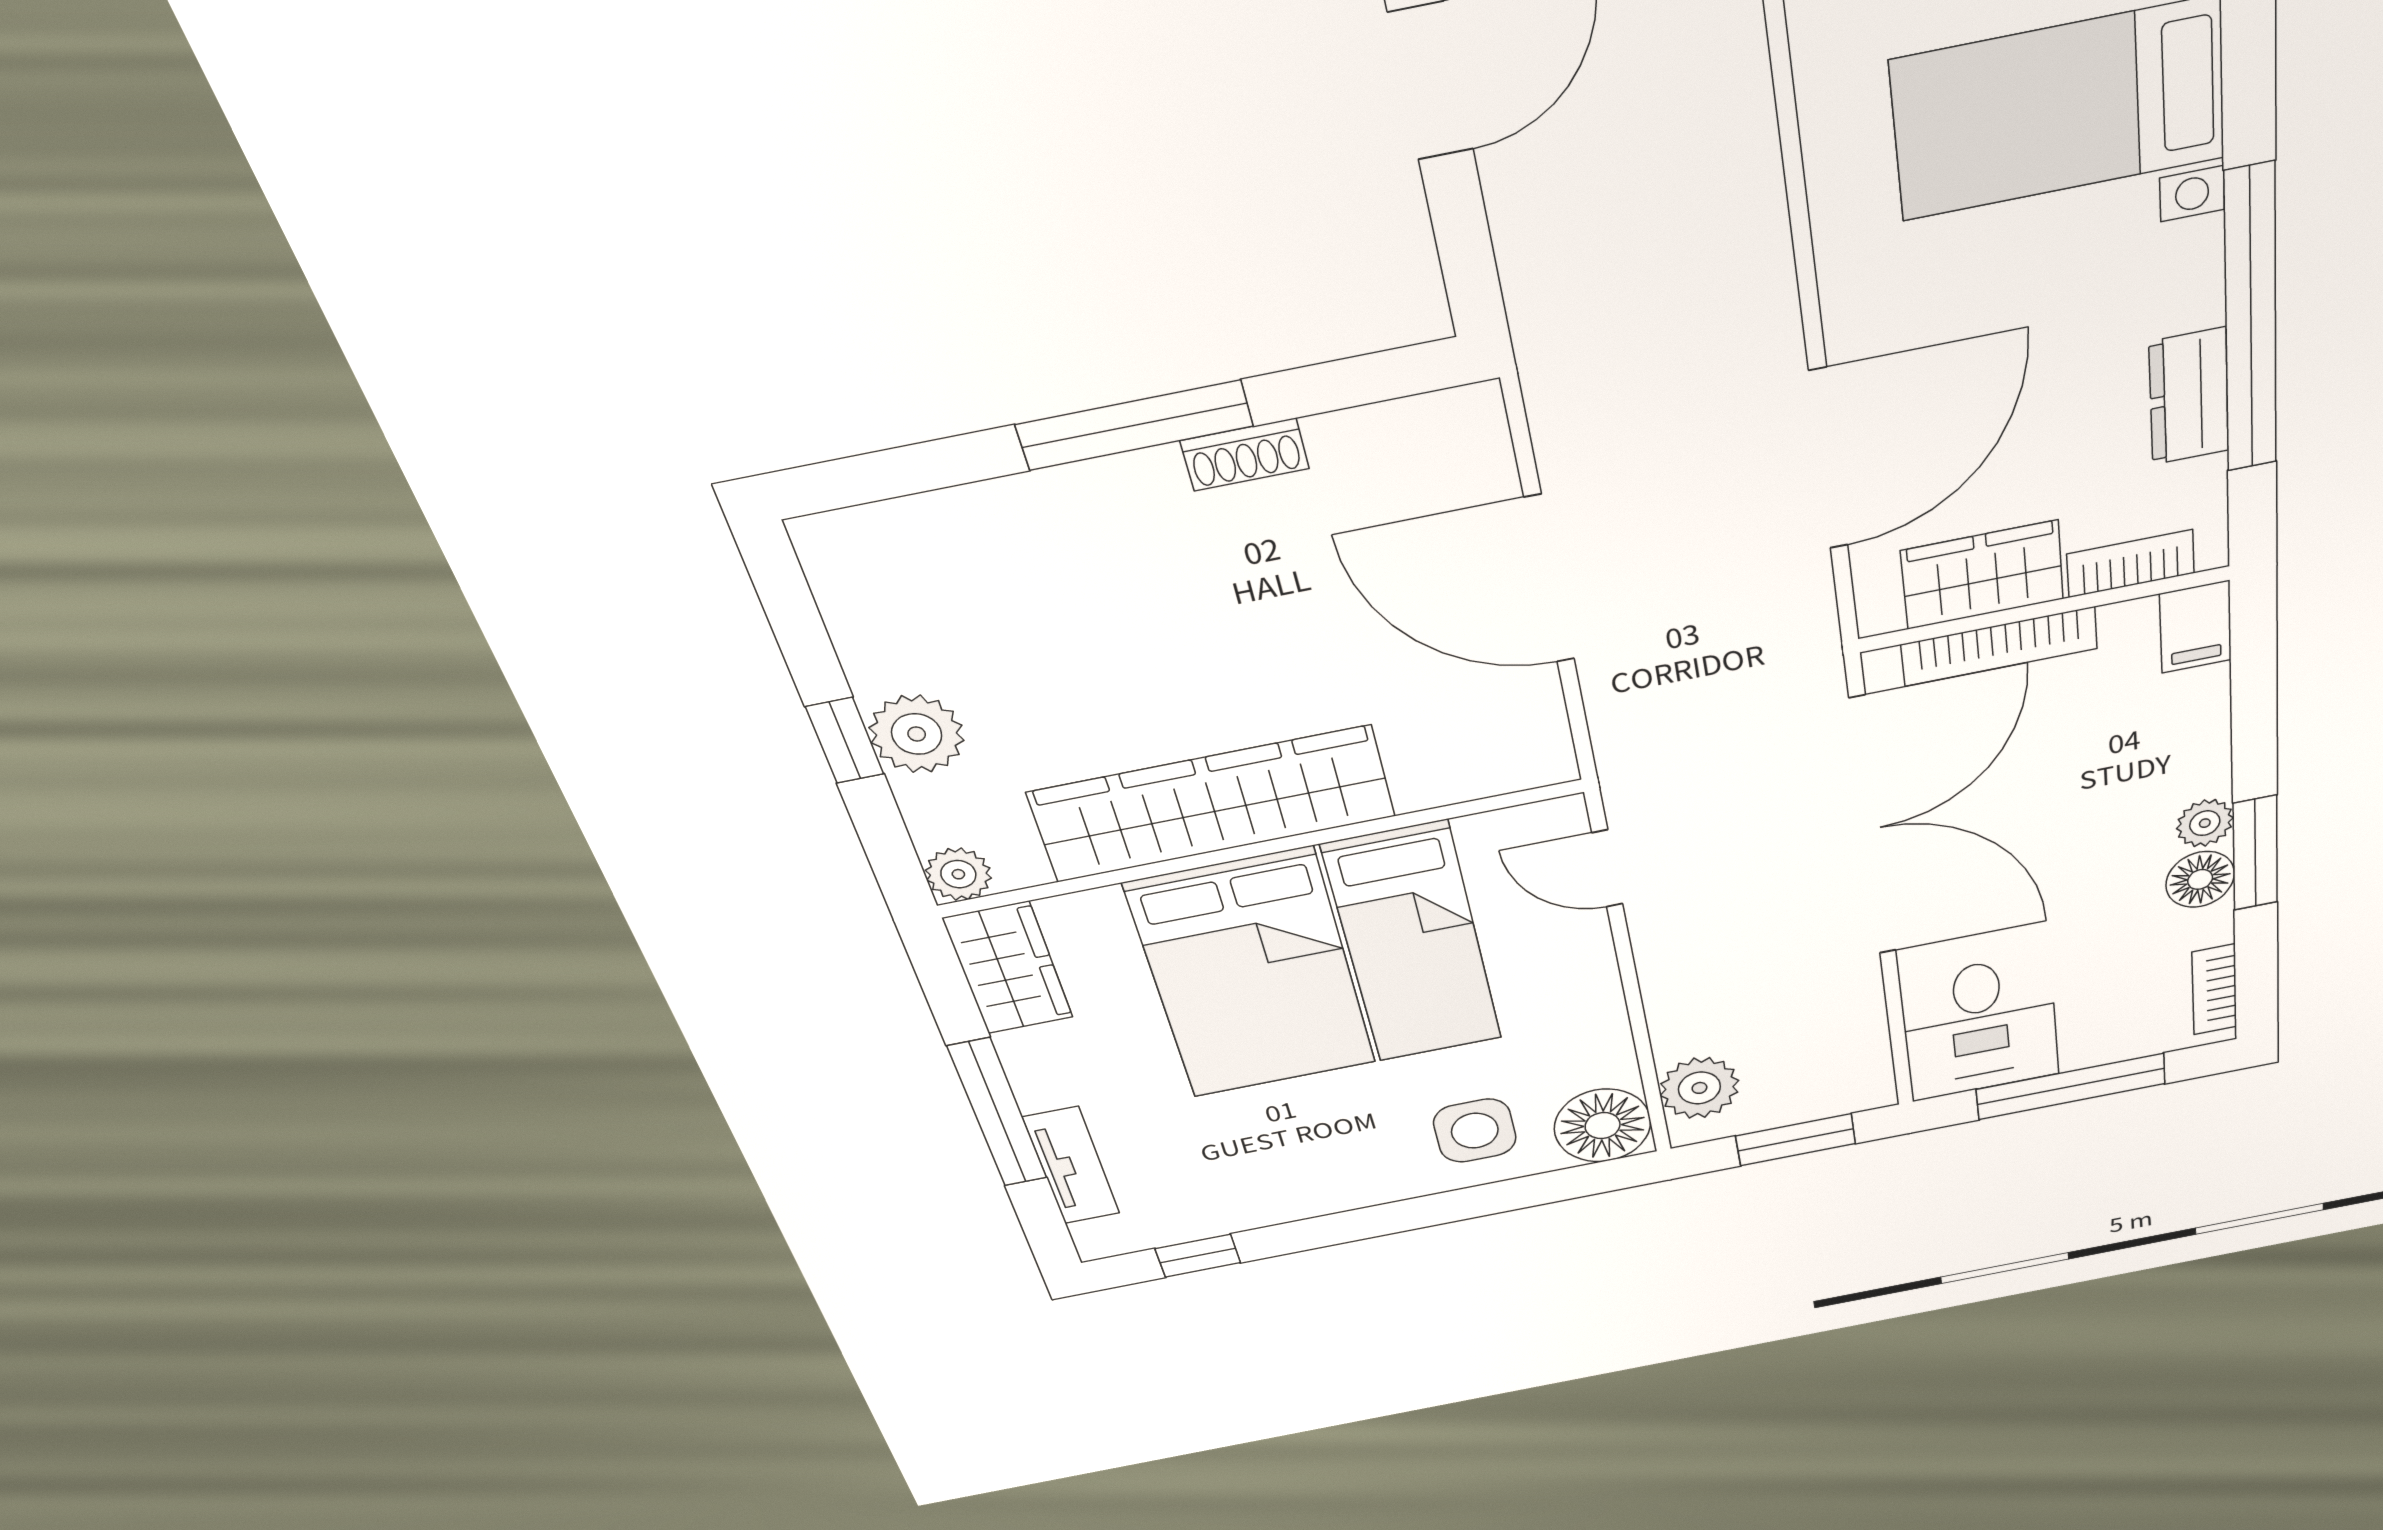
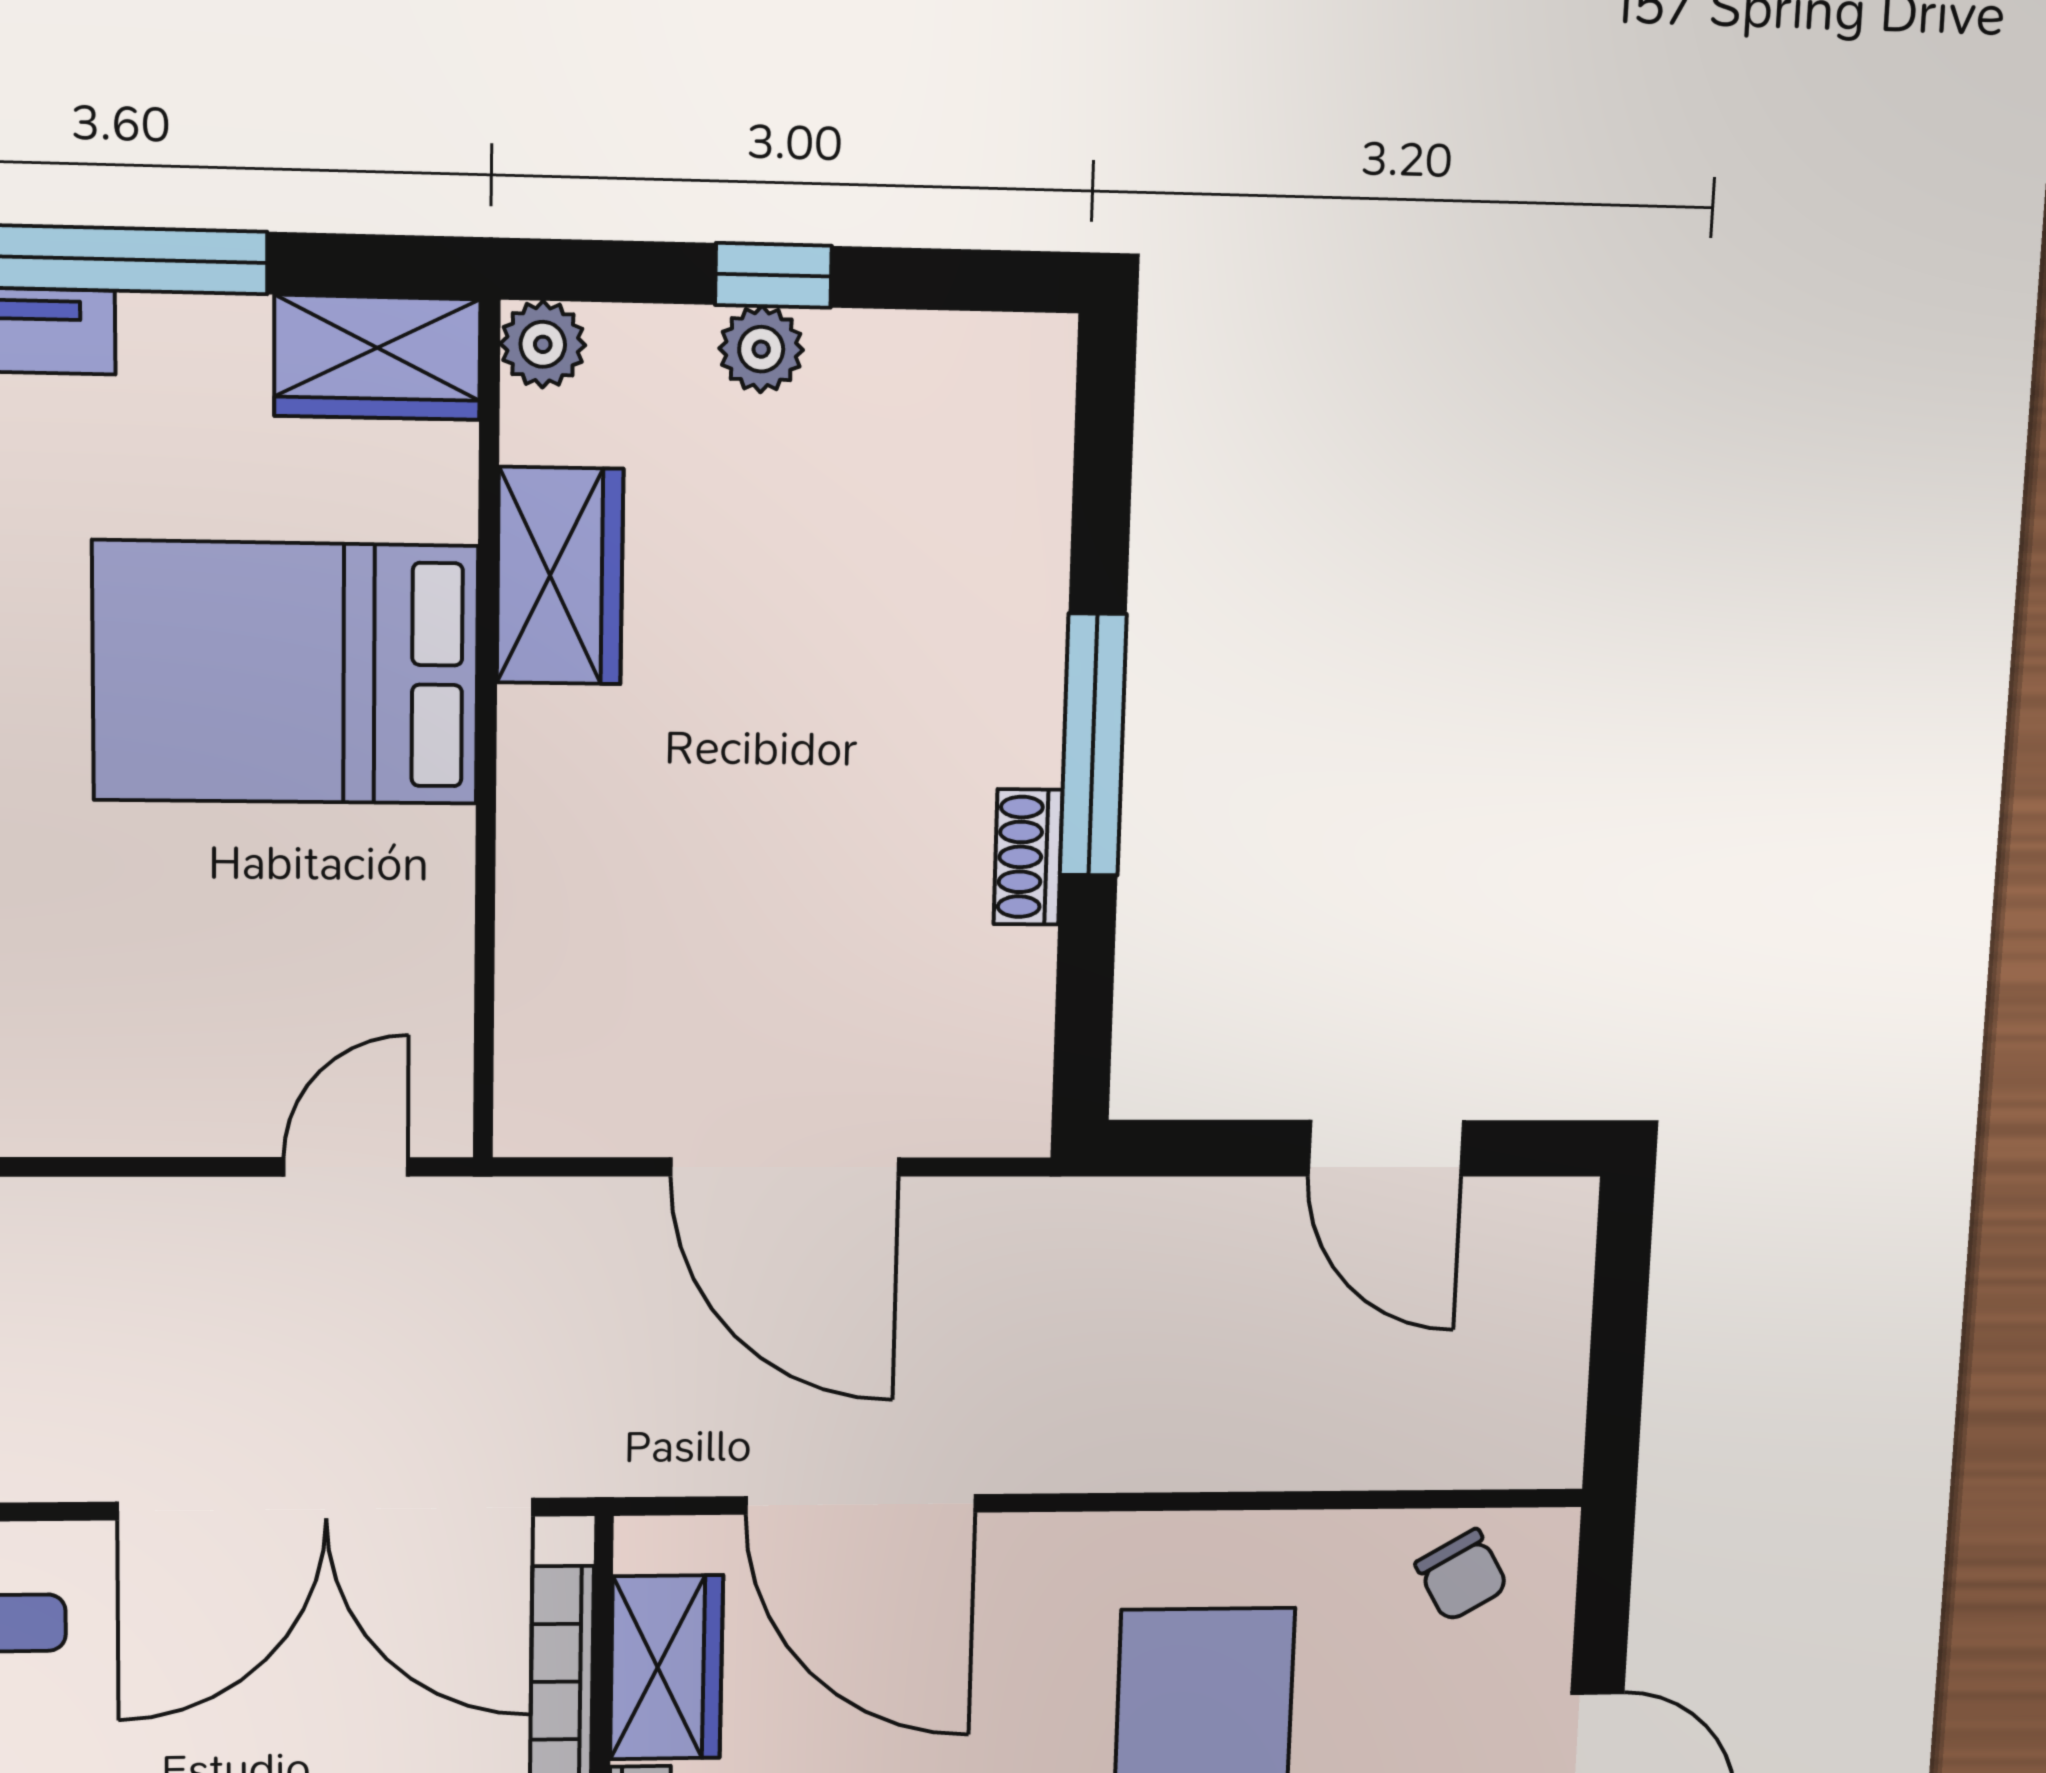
door: (1549, 579) -> (785, 1167), swing flipped
plant: (917, 734) -> (761, 349), width x0.73, depth x0.73
wardrobe: (1212, 804) -> (560, 576), width x0.48, depth x0.85
bed: (1413, 944) -> (286, 895), removed

